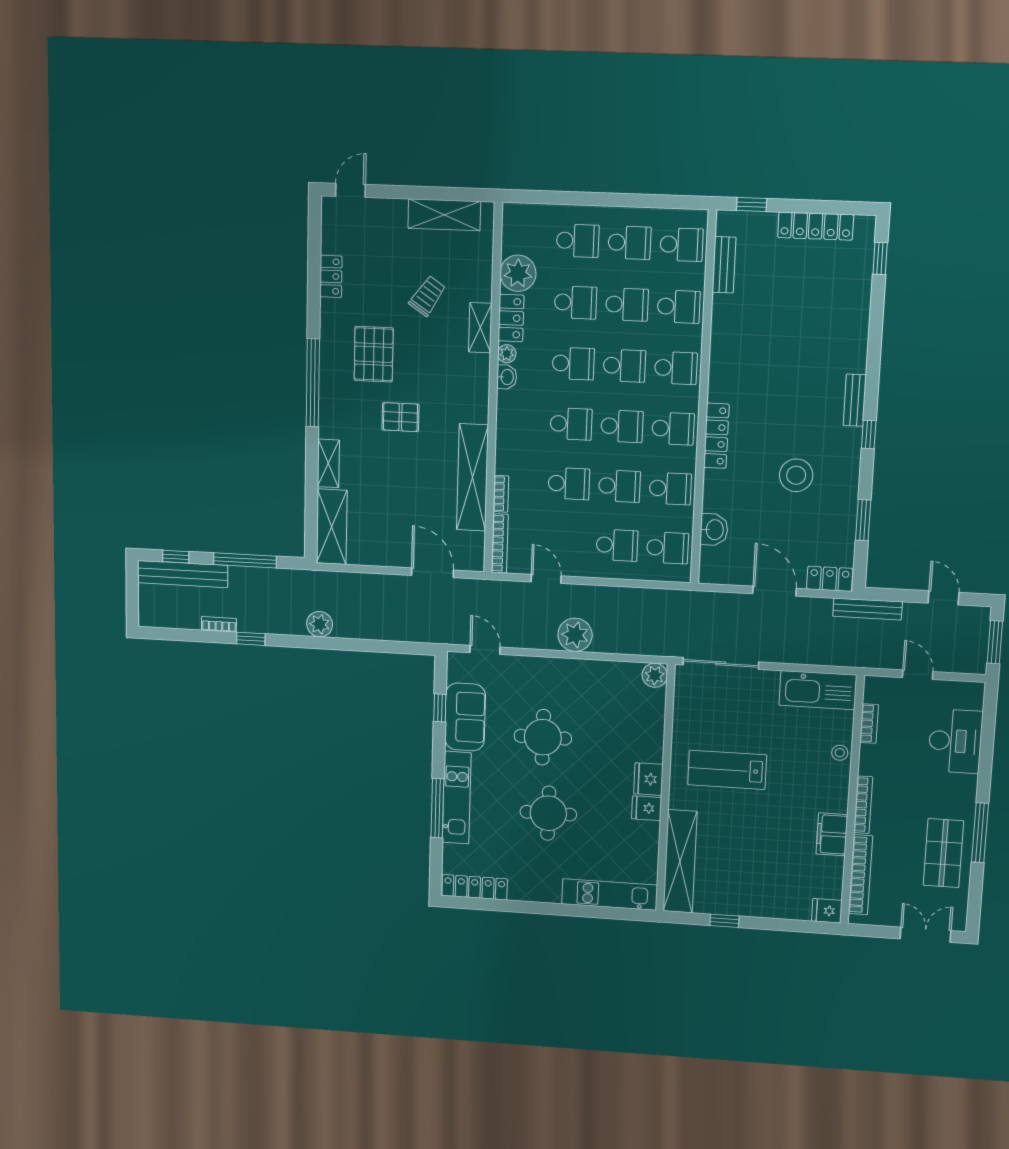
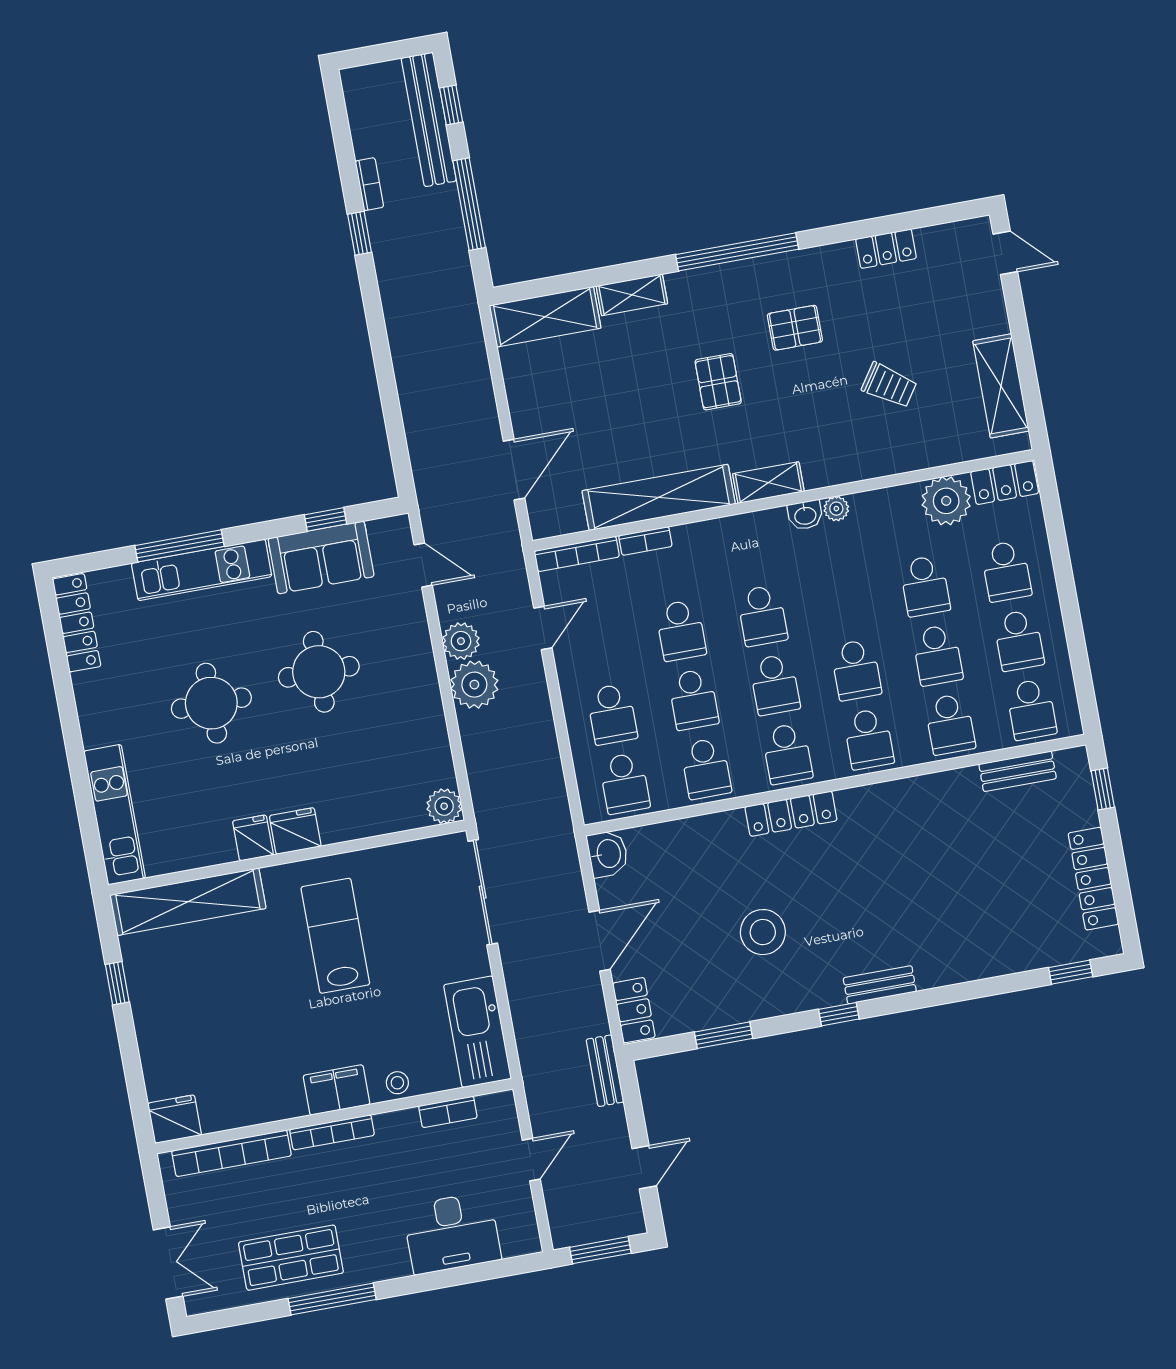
locker: (511, 318) -> (1005, 482), moved
shelving: (480, 328) -> (768, 483), moved
pallet: (374, 354) -> (795, 328), width x0.67, depth x0.71
school desk: (573, 364) -> (844, 601), removed
washbasin: (714, 530) -> (608, 854), moved, turned -90
bench: (867, 609) -> (605, 1071), width x0.73
plant: (320, 624) -> (461, 641), moved
door: (485, 650) -> (423, 565), hinge flipped
filing cabinet: (832, 834) -> (336, 1090), moved
fridge: (827, 911) -> (175, 1119), width x1.38

